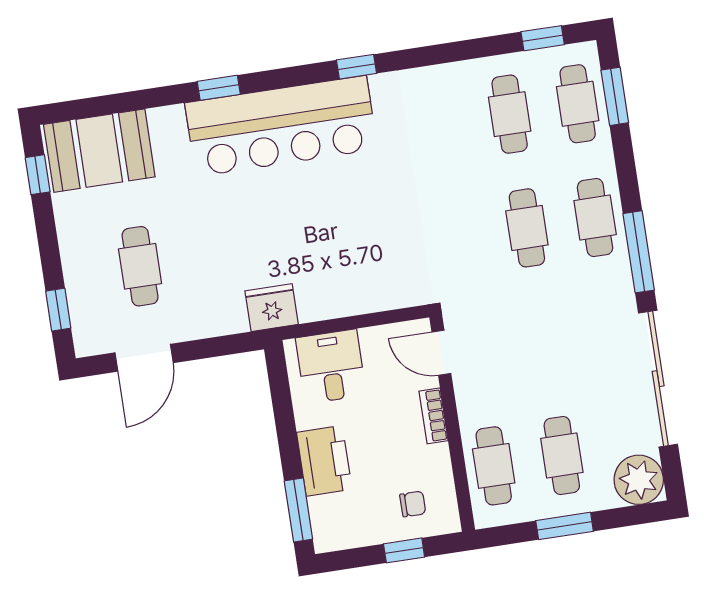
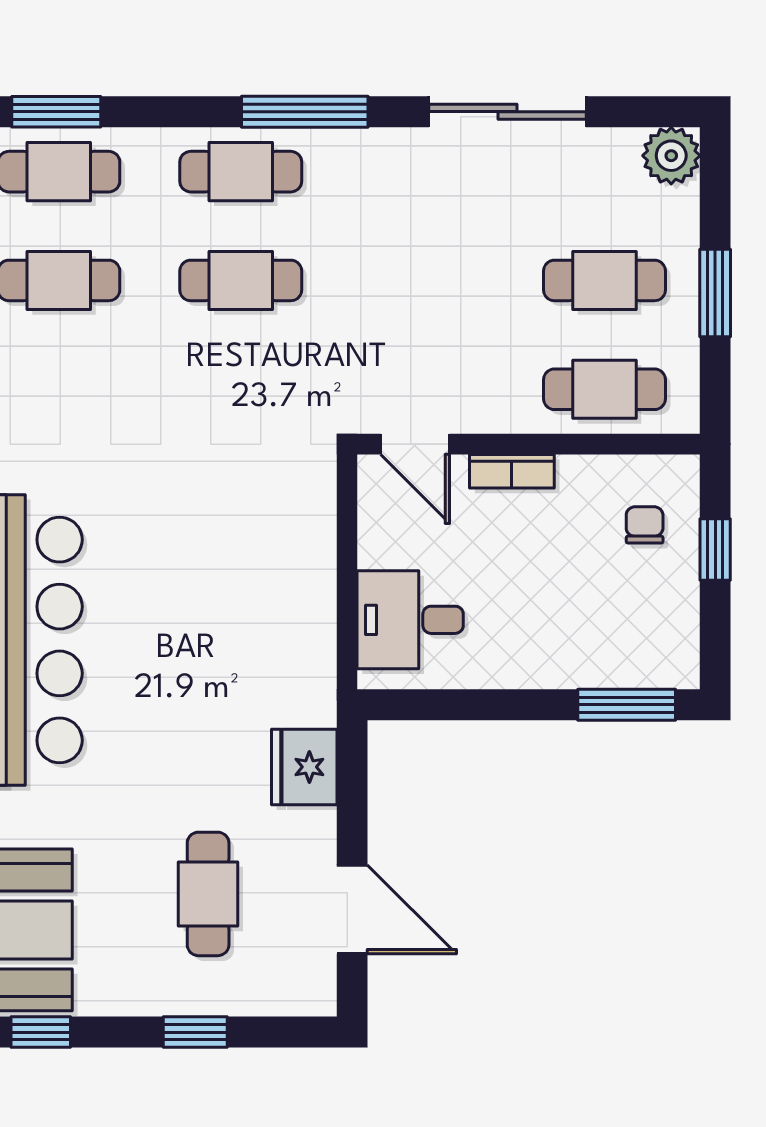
cafe table: (140, 266) -> (208, 894), turned 90
fridge: (272, 308) -> (304, 767), moved
window: (58, 310) -> (195, 1032), moved
door: (441, 353) -> (415, 444), hinge flipped
sliding door: (658, 379) -> (507, 112), width x0.73
printer: (324, 461) -> (556, 653), removed
plant: (639, 480) -> (671, 156), width x0.73, depth x0.73

